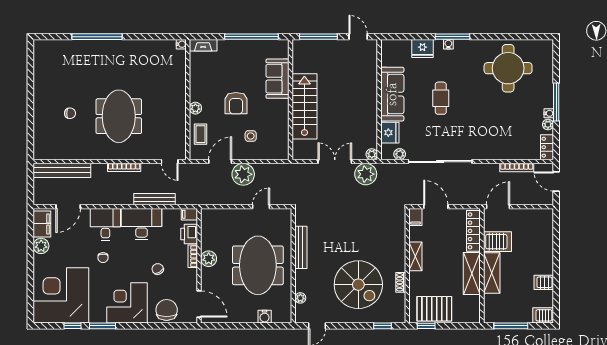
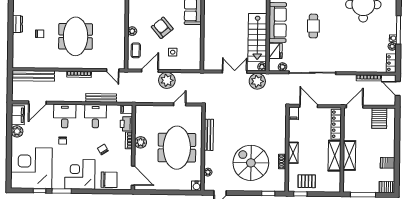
dresser: (40, 100) -> (17, 24), added
armchair: (236, 103) -> (162, 28), turned 140
stairs: (304, 106) -> (257, 38), moved, turned 180
desk: (142, 224) -> (95, 116), width x0.73
server rack: (497, 242) -> (379, 118), moved, turned 90
shelving: (415, 256) -> (293, 153), moved
spiral stairs: (358, 285) -> (251, 163), turned 180
pallet: (434, 309) -> (307, 181), width x0.67, depth x0.71
chair: (167, 310) -> (109, 180), turned 90
water cooler: (265, 317) -> (196, 186), moved

